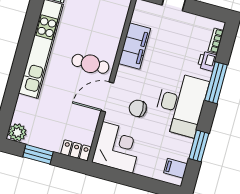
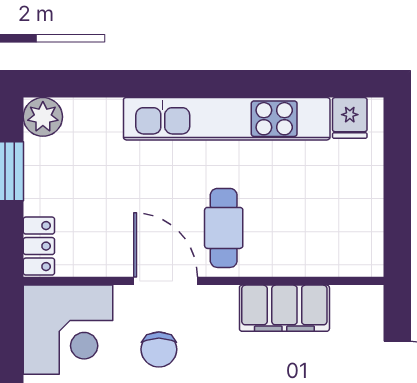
chair: (138, 108) -> (159, 349), turned 180

